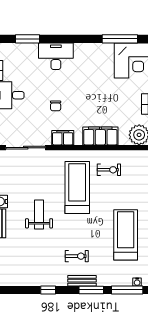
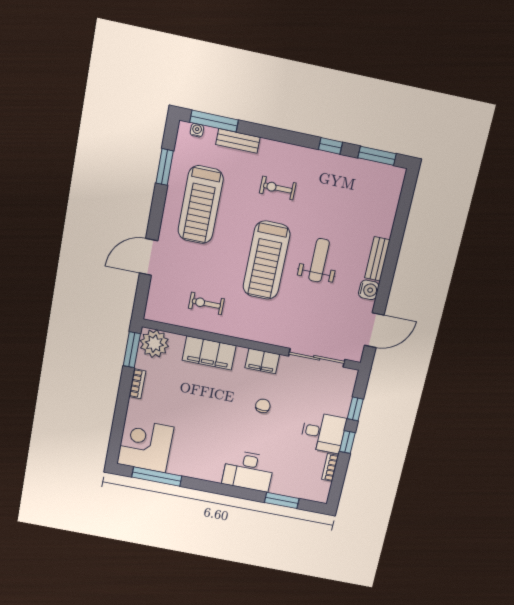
treadmill: (77, 188) -> (266, 260), moved
weight bench: (39, 214) -> (319, 260), turned 180
bench: (82, 281) -> (238, 141), moved
window: (91, 290) -> (377, 156), moved

